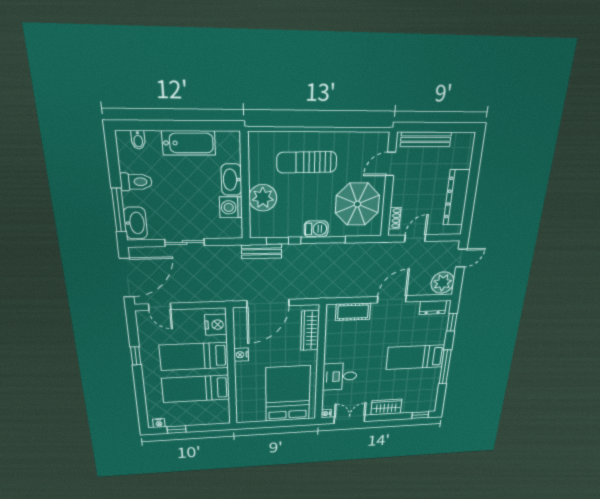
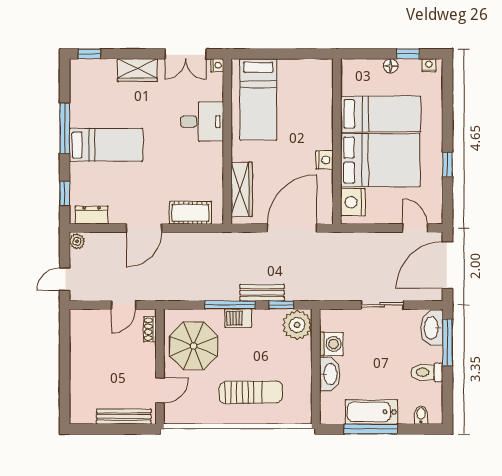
window: (188, 126) -> (371, 429), added
plant: (263, 198) -> (297, 325), moved
dresser: (456, 198) -> (81, 352), removed
bench: (262, 251) -> (262, 293), moved
plant: (443, 283) -> (77, 241), width x0.53, depth x0.53
bed: (194, 356) -> (380, 160), width x1.50
bed: (288, 394) -> (258, 99), width x0.67
floor lamp: (190, 421) -> (391, 66), added

